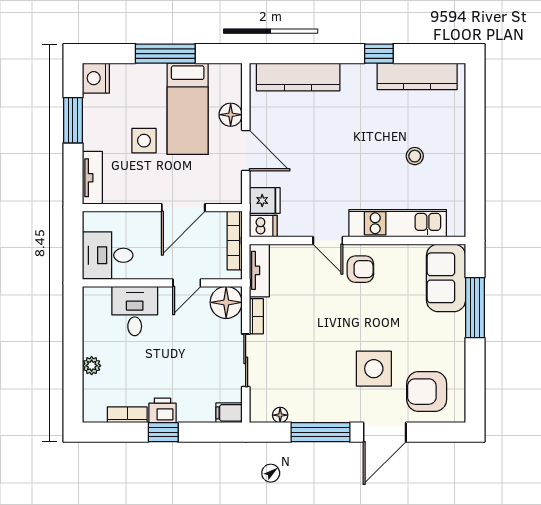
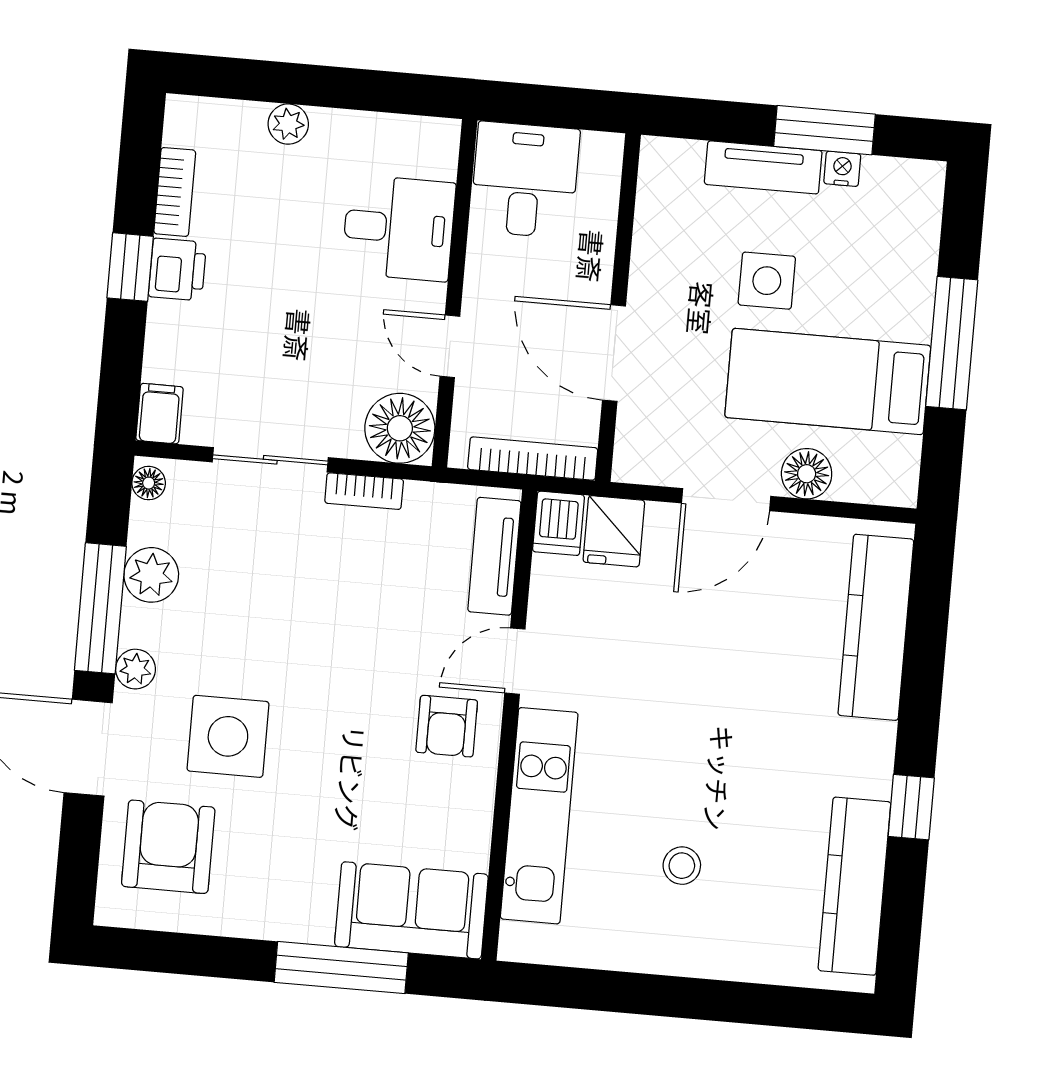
nightstand: (96, 78) -> (842, 169), moved, width x0.53, depth x0.56
tv unit: (92, 178) -> (763, 167), moved
tv unit: (259, 270) -> (494, 556), moved, turned 90
plant: (303, 410) -> (151, 575), added
plant: (347, 414) -> (136, 669), added
floor lamp: (280, 415) -> (149, 483), moved

